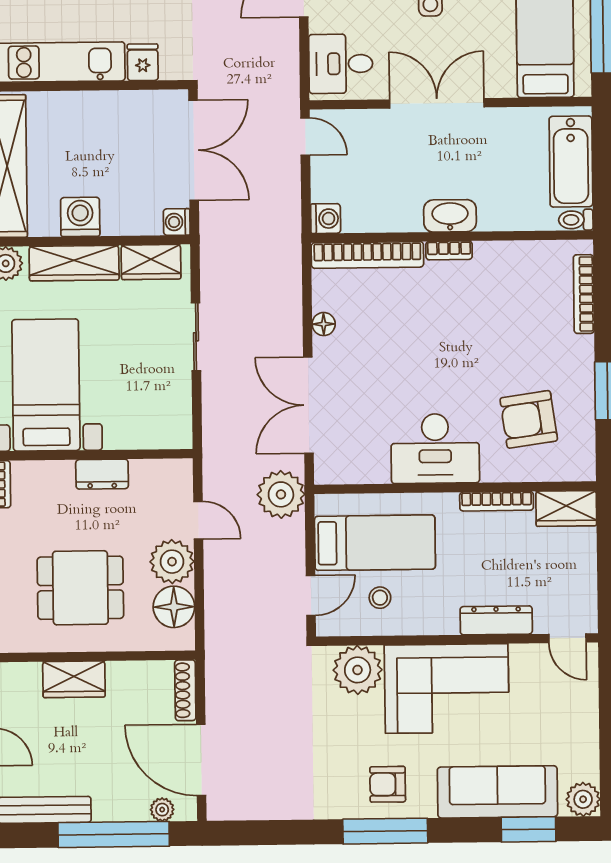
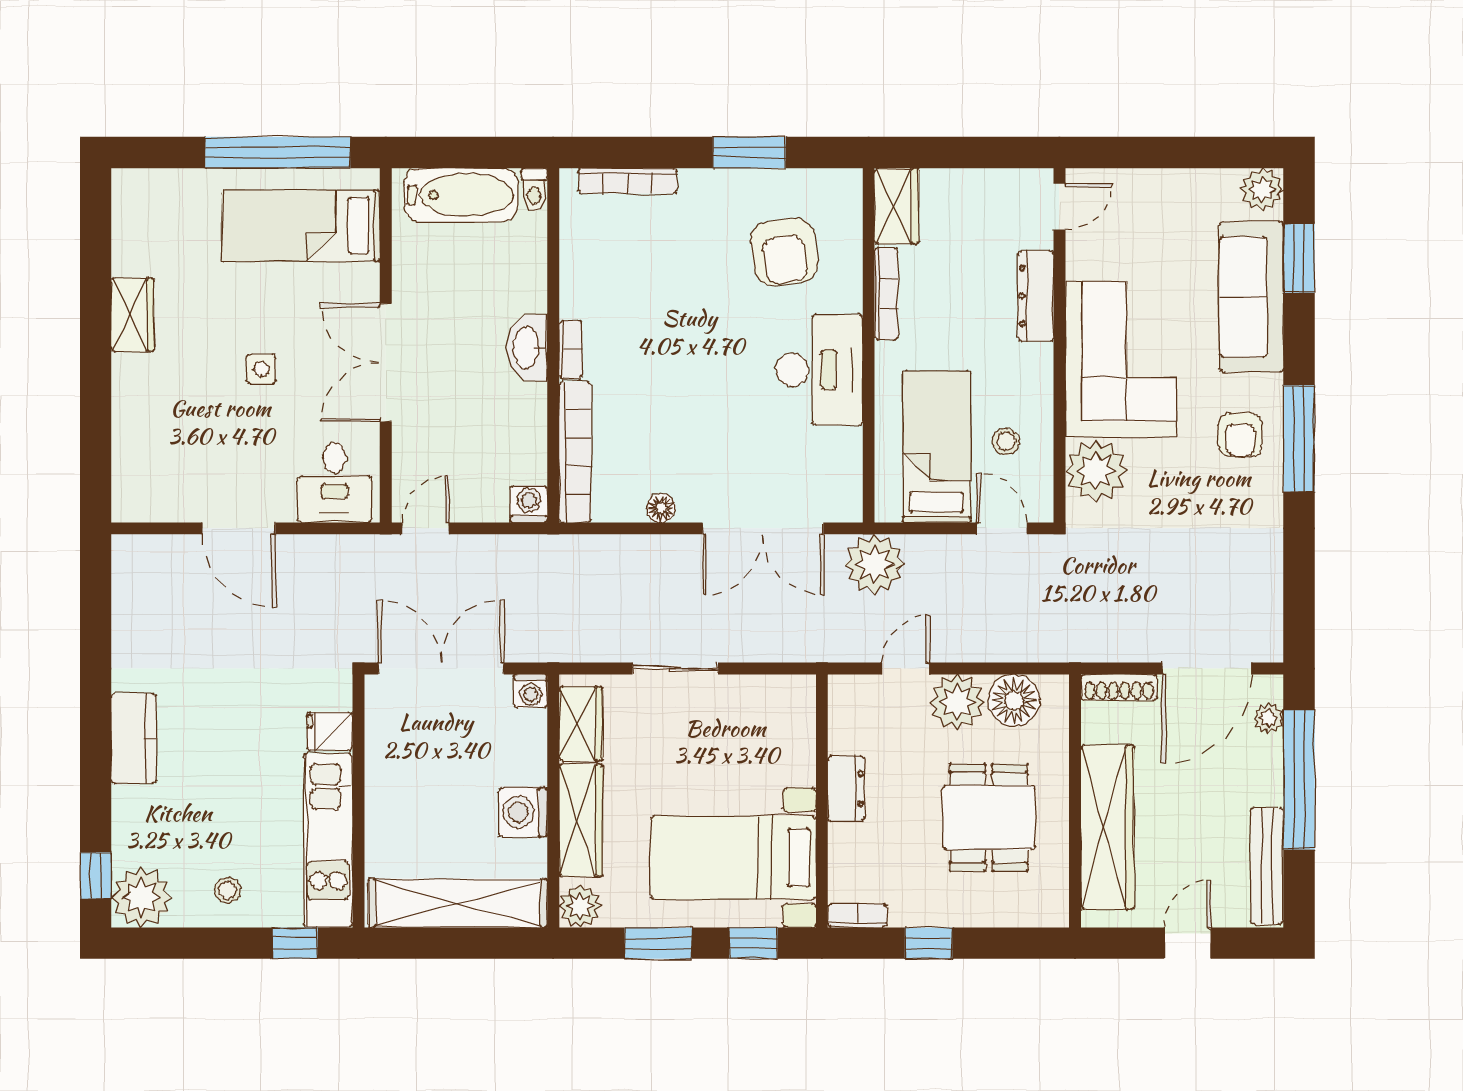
wardrobe: (74, 679) -> (1107, 827), width x2.10, depth x1.17

